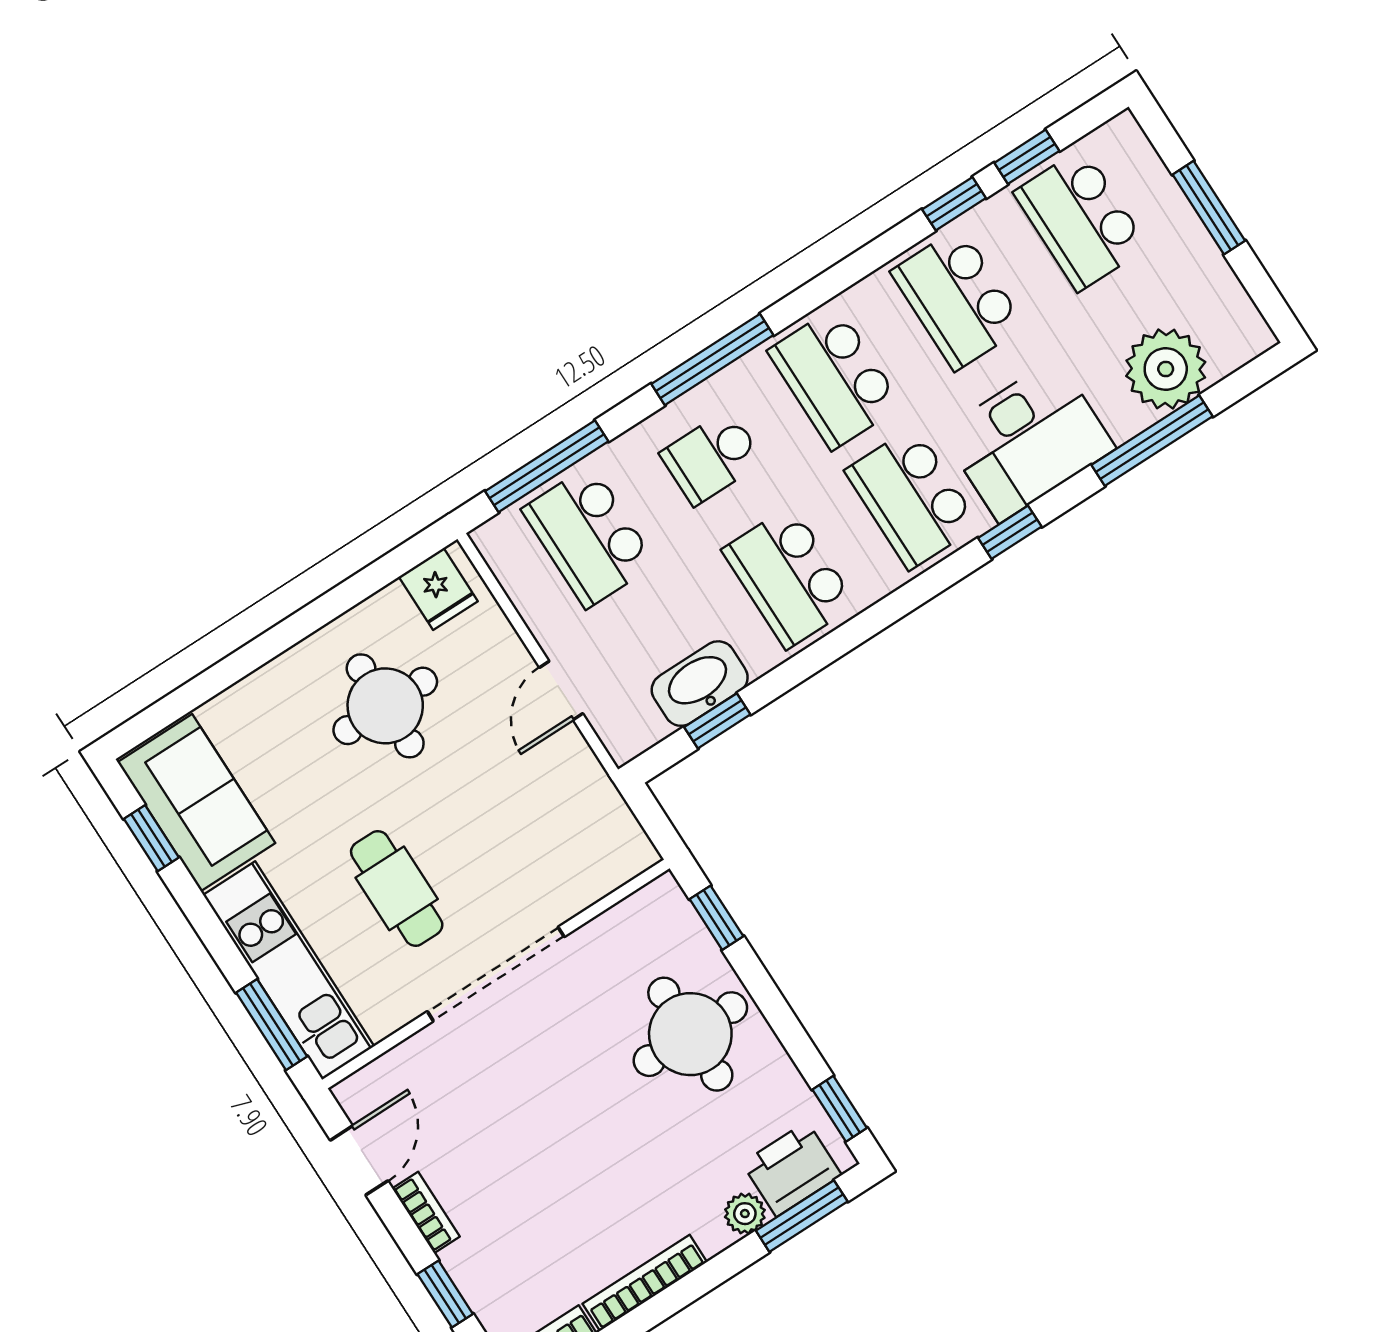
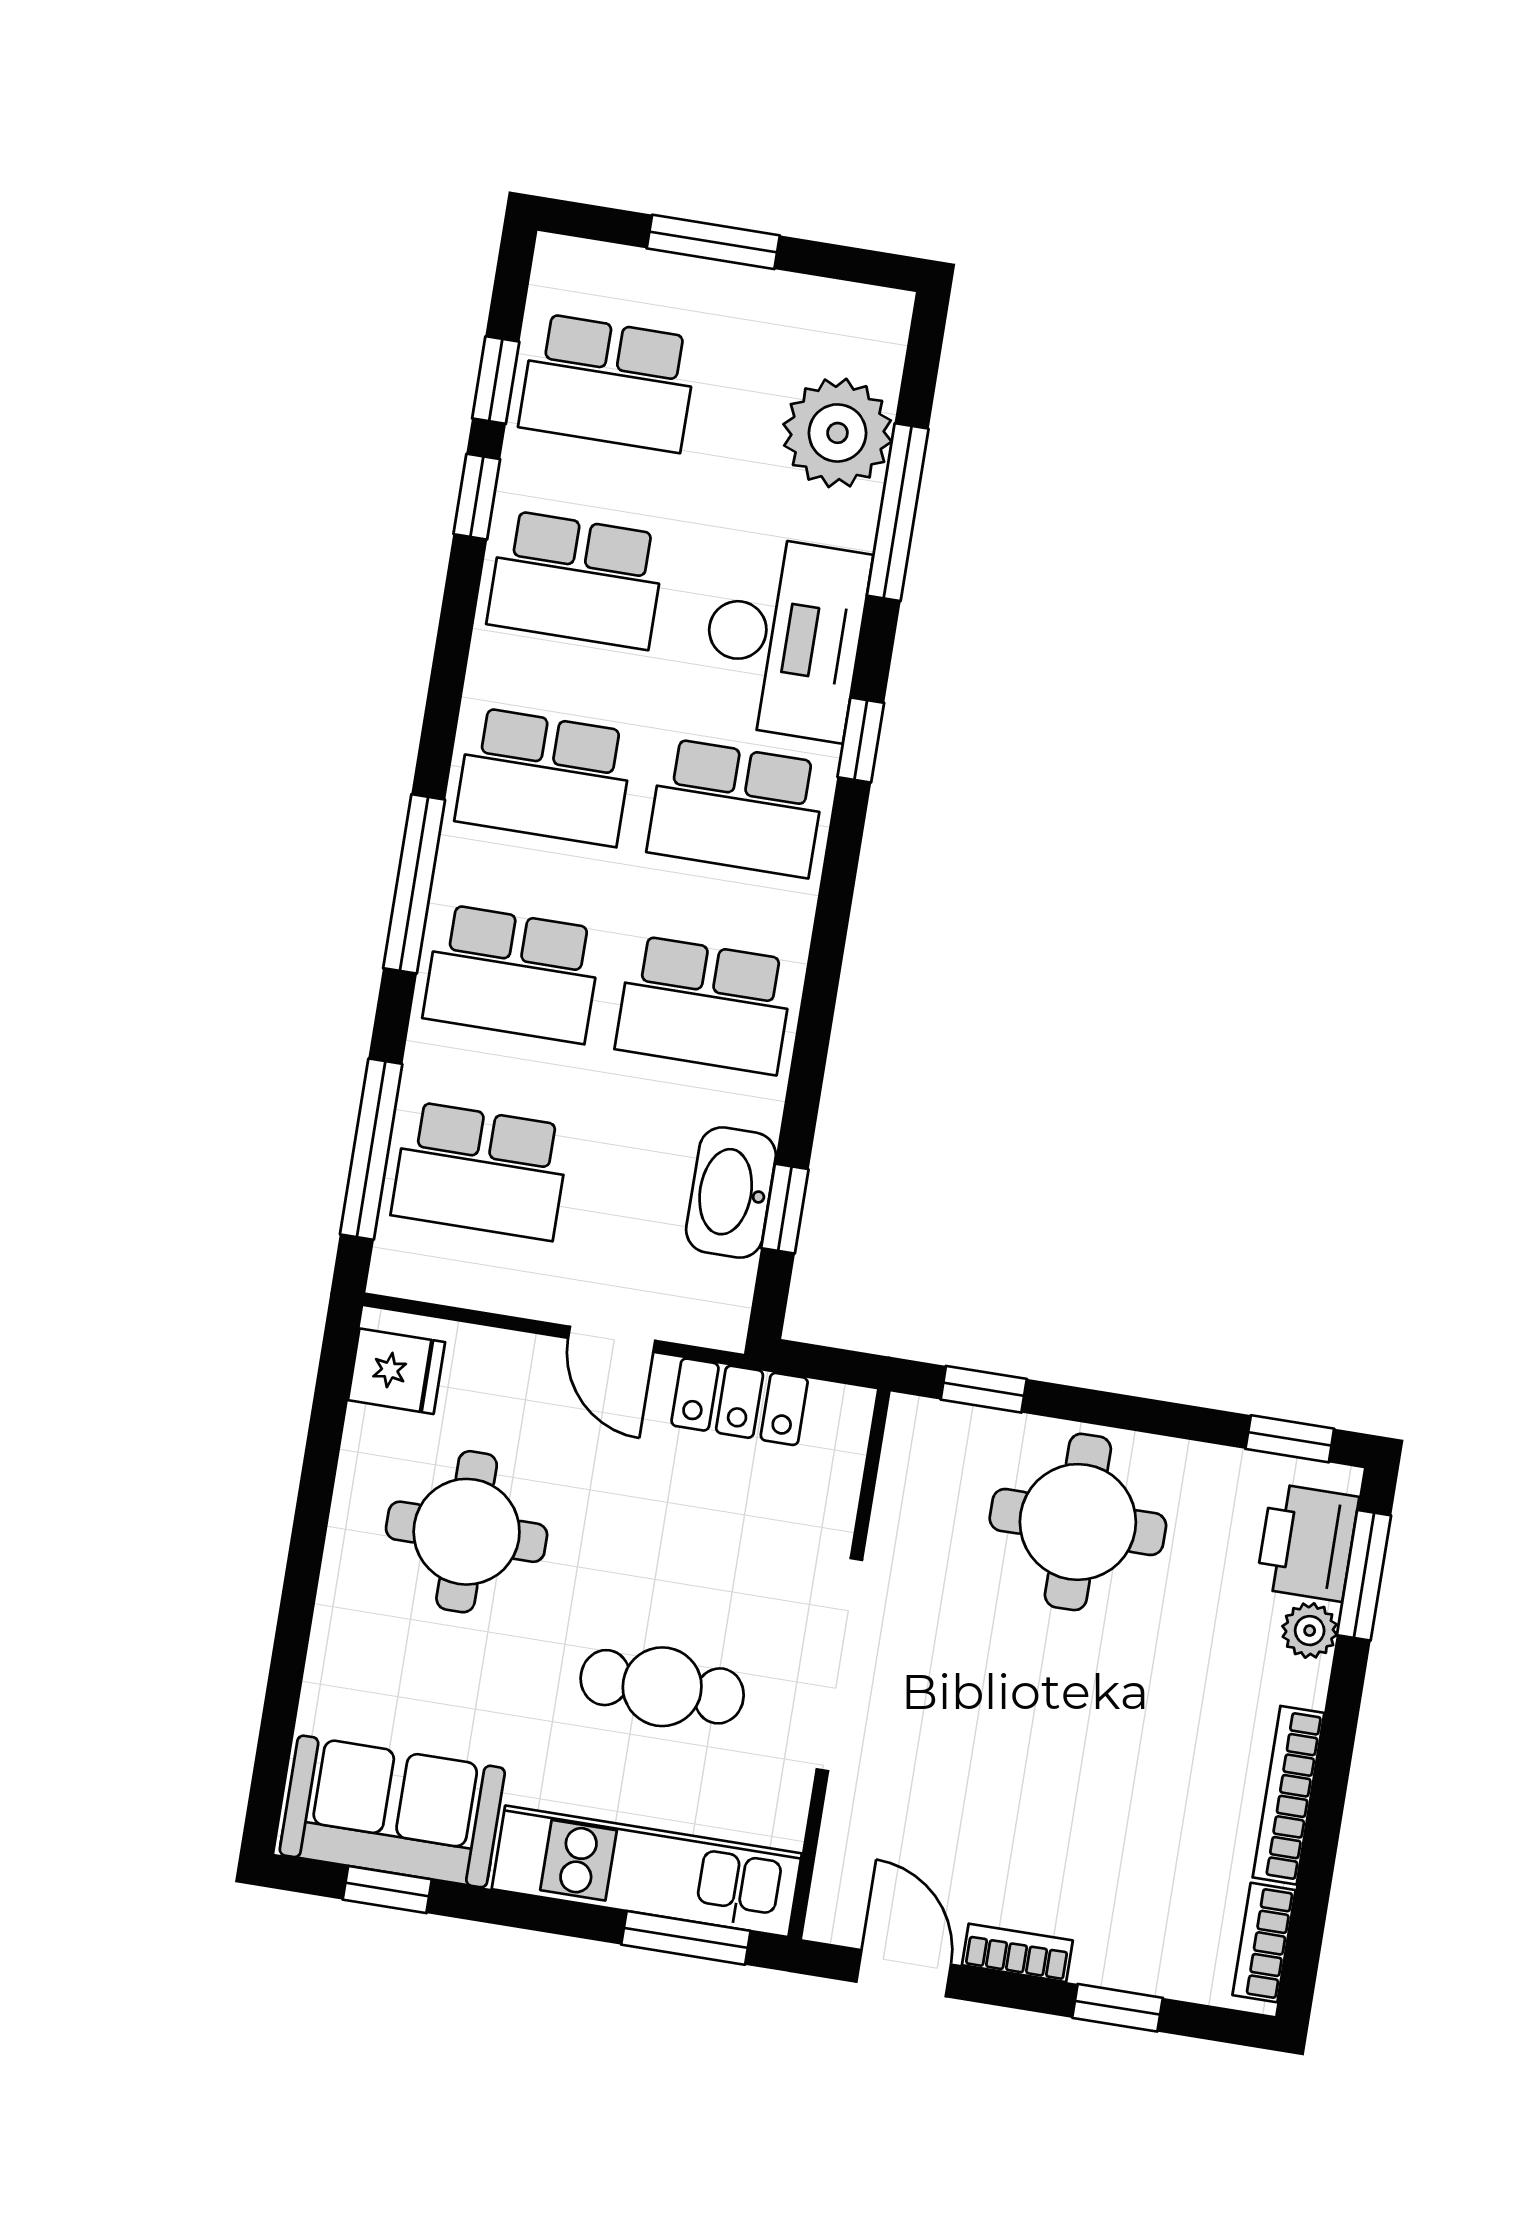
school desk: (712, 457) -> (513, 974), width x1.85
locker: (590, 791) -> (740, 1402), added

